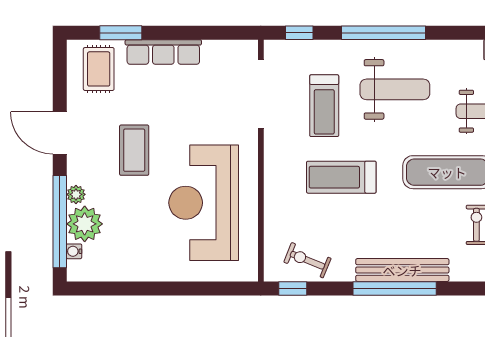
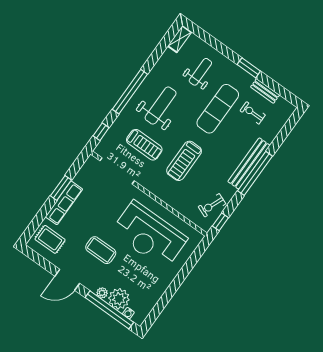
window: (121, 33) -> (61, 188), moved

